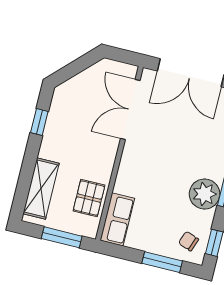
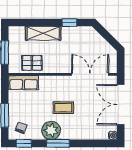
coffee table: (173, 166) -> (63, 108), added
shelving: (41, 188) -> (43, 33), moved

